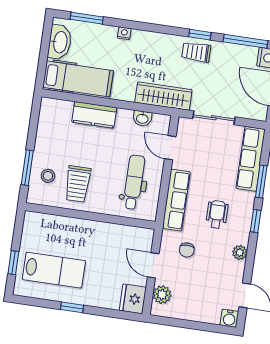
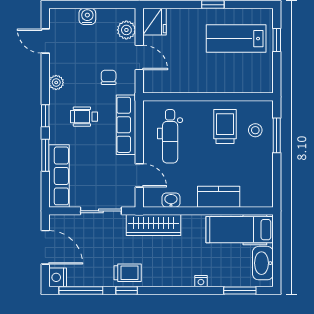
wheelchair: (217, 214) -> (84, 117), turned 90
water cooler: (229, 318) -> (87, 16), moved

